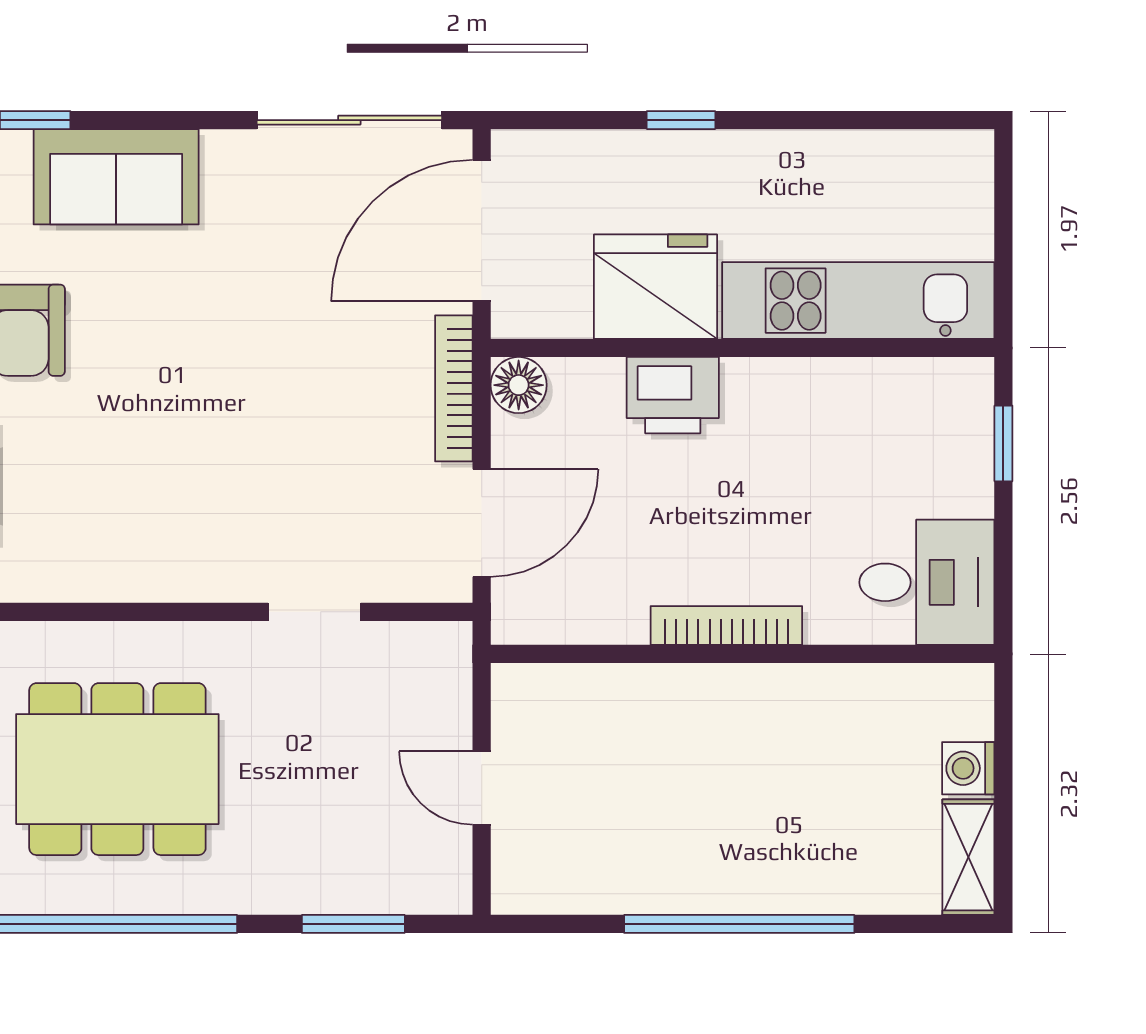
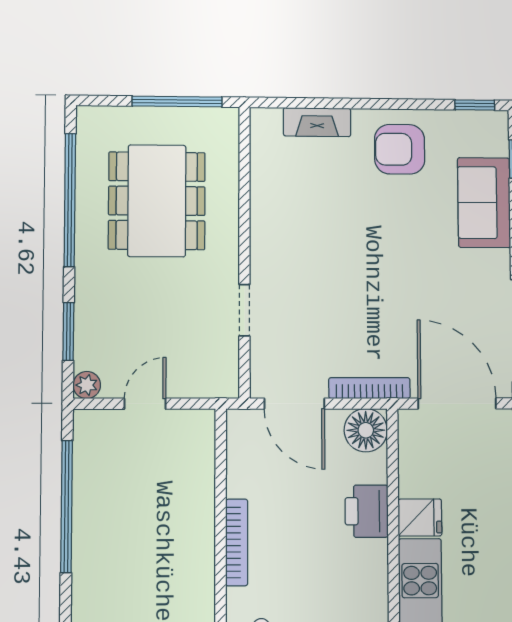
fridge: (655, 287) -> (420, 518), width x0.53, depth x0.75
floor lamp: (519, 385) -> (366, 430), width x1.38, depth x1.38
plant: (448, 891) -> (87, 385), added
window: (739, 924) -> (67, 506), moved

